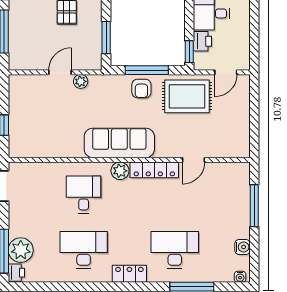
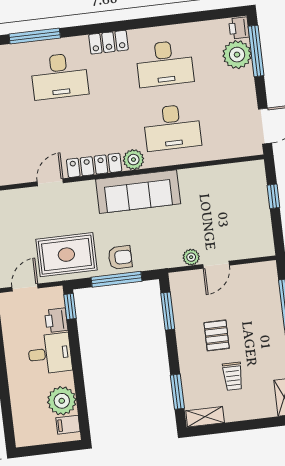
armchair: (141, 88) -> (120, 257), turned 90
desk: (84, 194) -> (172, 127), width x1.37

